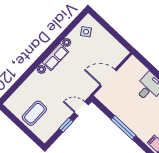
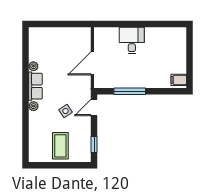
side table: (86, 32) -> (65, 111), moved
window: (66, 125) -> (94, 145), moved
window: (123, 128) -> (130, 91), moved

